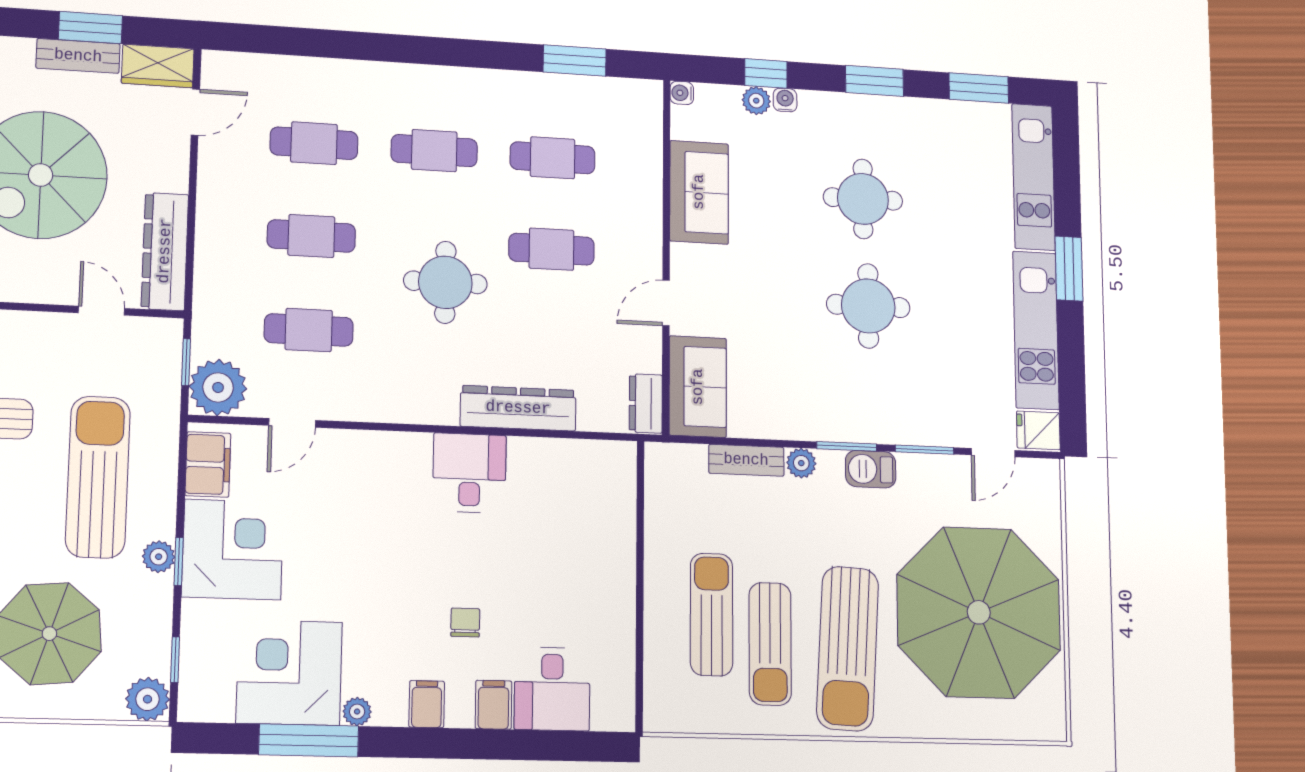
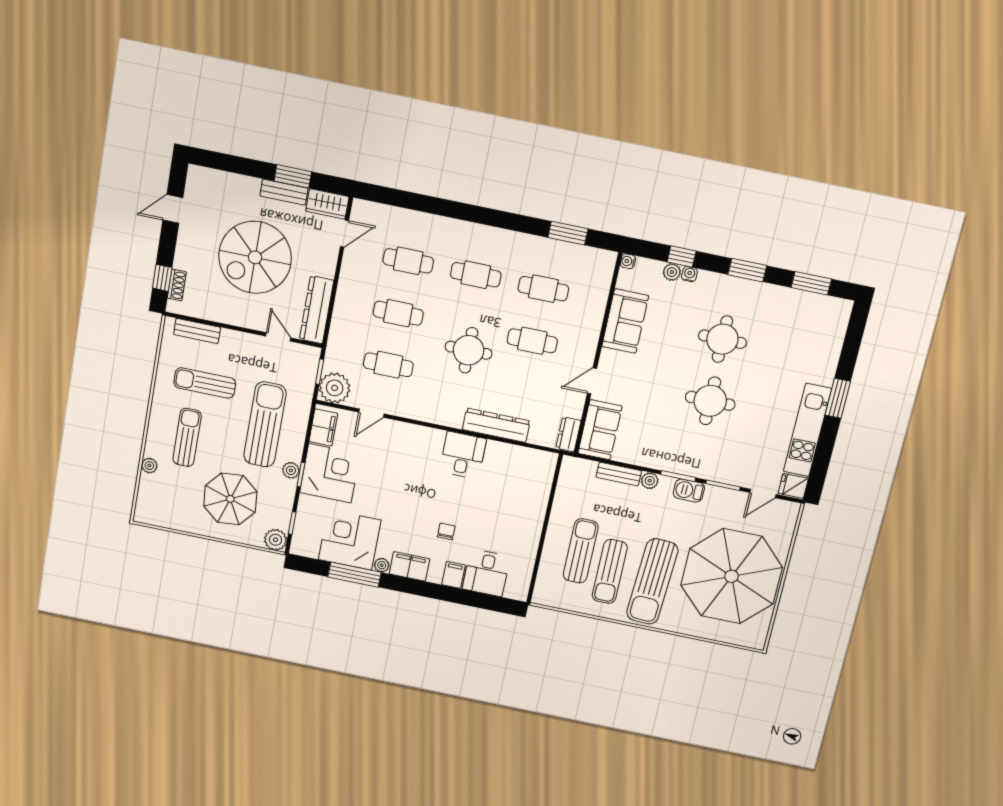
kitchen unit: (1034, 177) -> (831, 341), removed
filing cabinet: (427, 704) -> (409, 566), width x2.00

